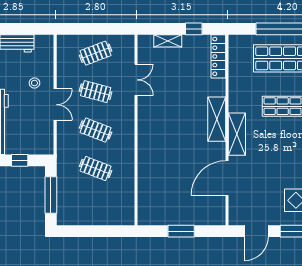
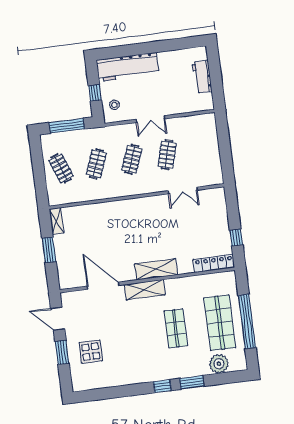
shelving: (168, 41) -> (56, 221), moved
clothes rail: (96, 53) -> (61, 168), moved
stool: (34, 83) -> (114, 105), moved

